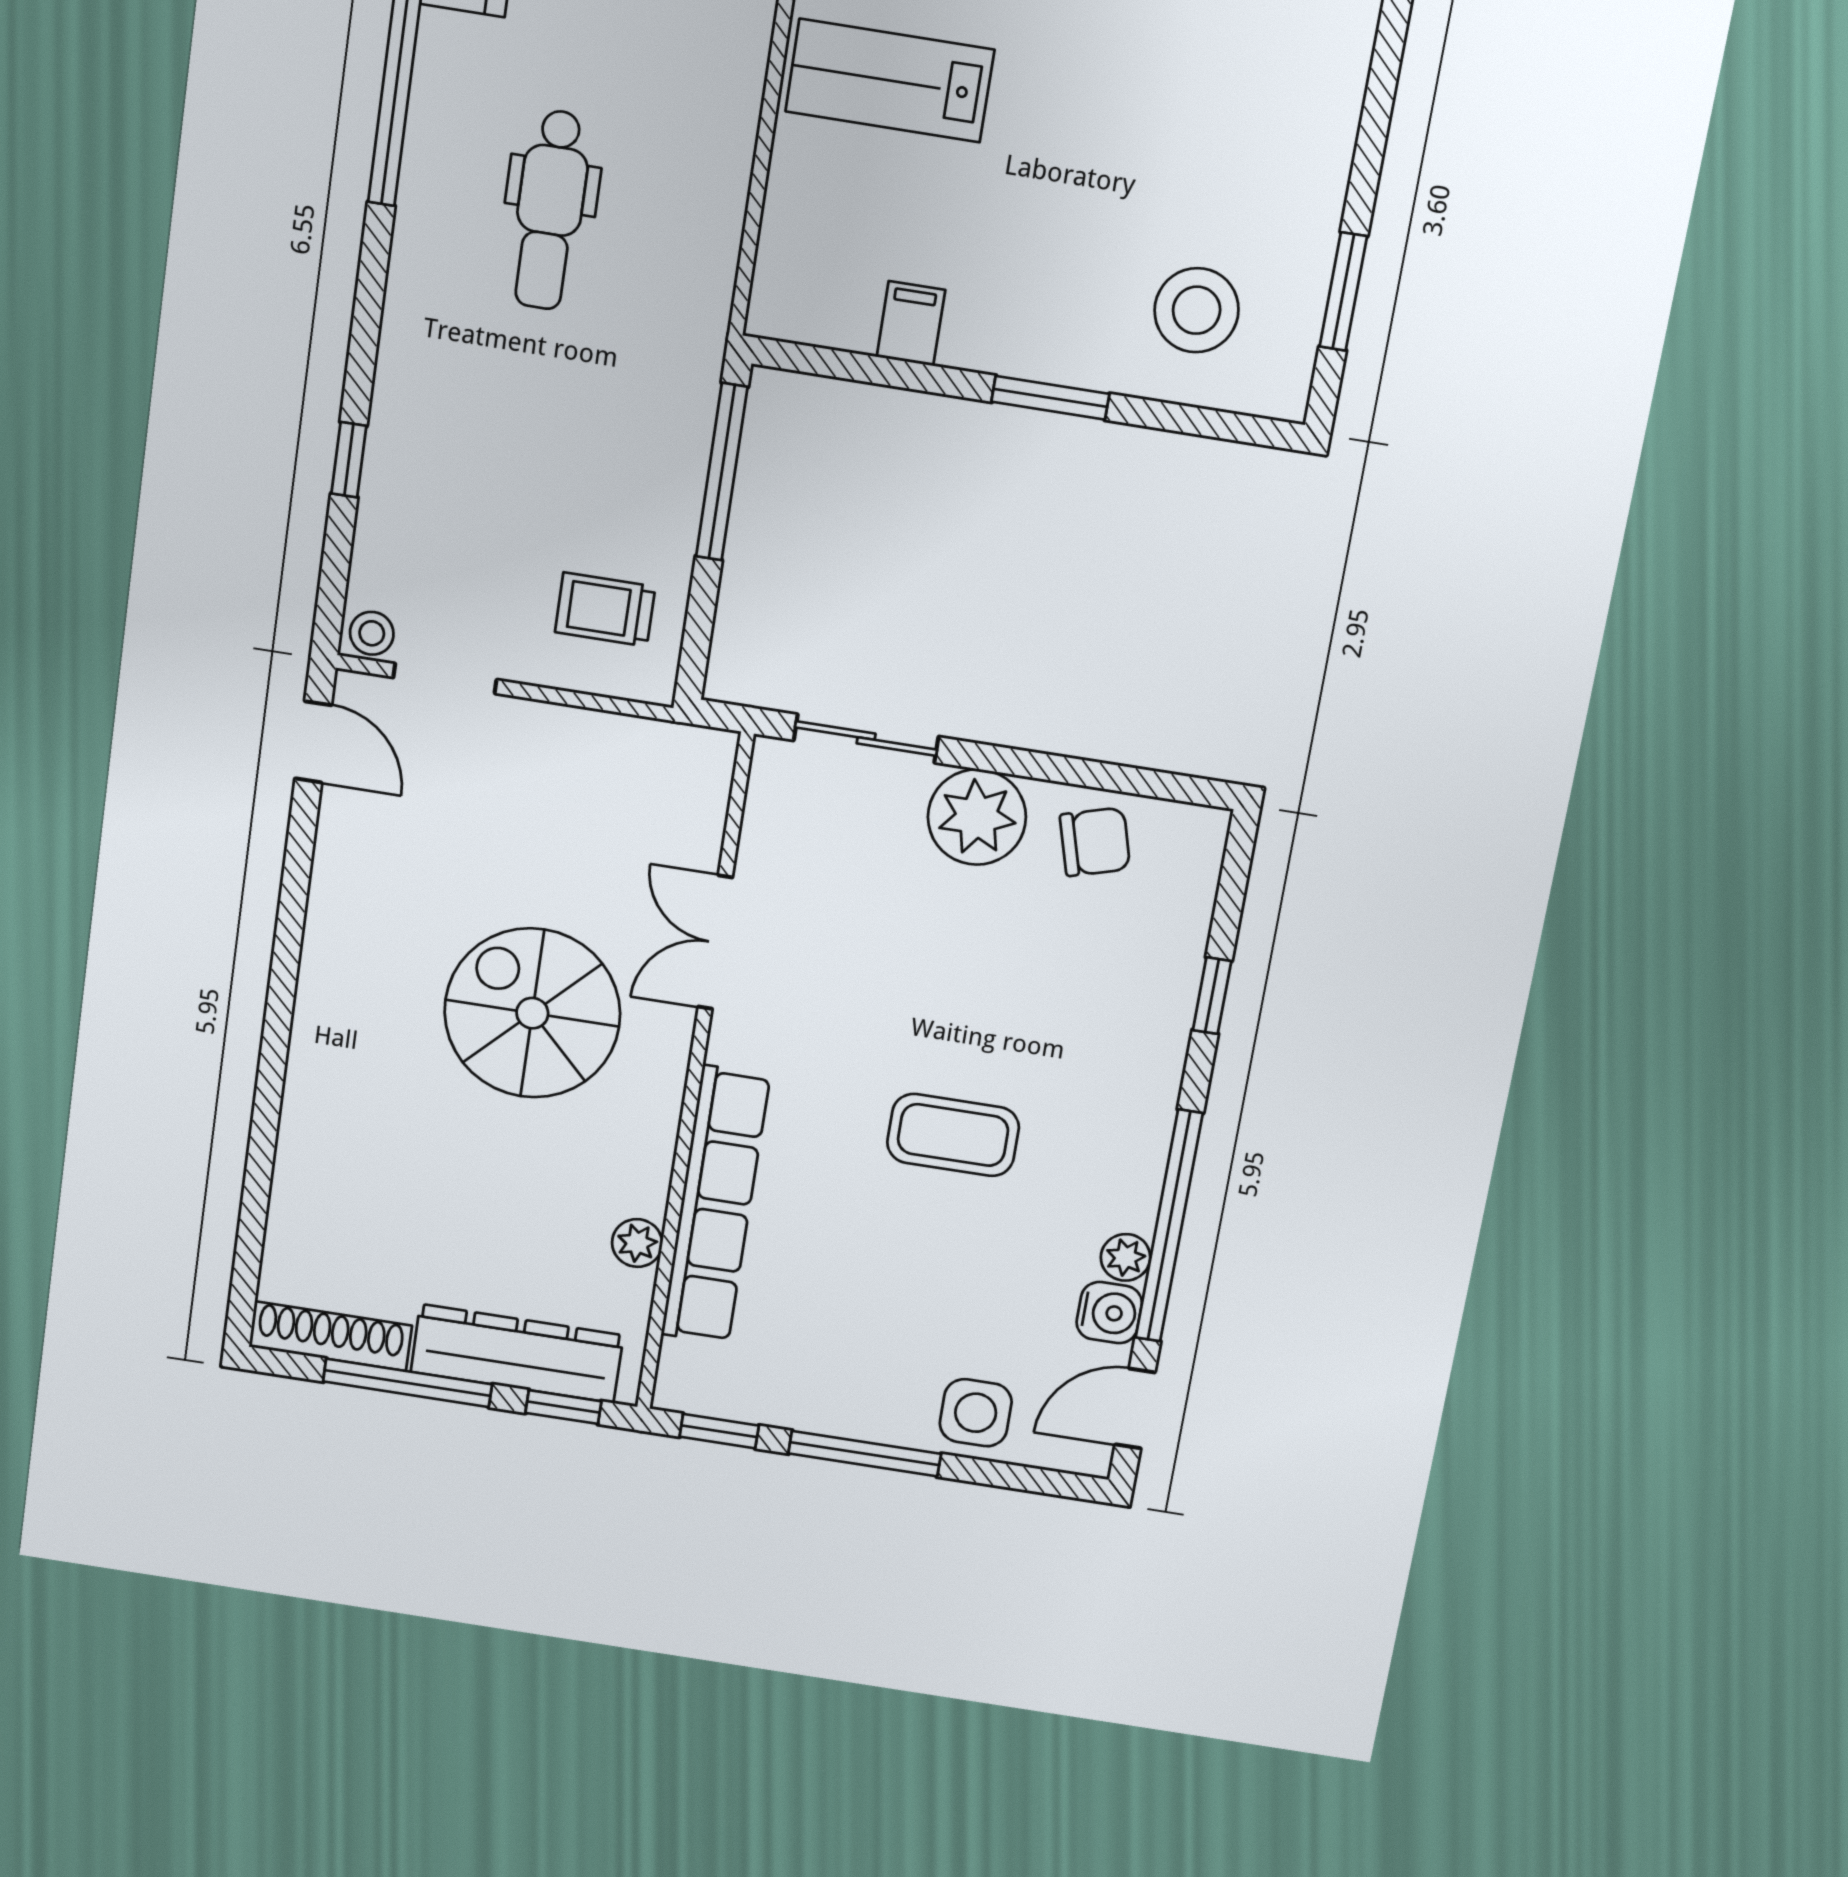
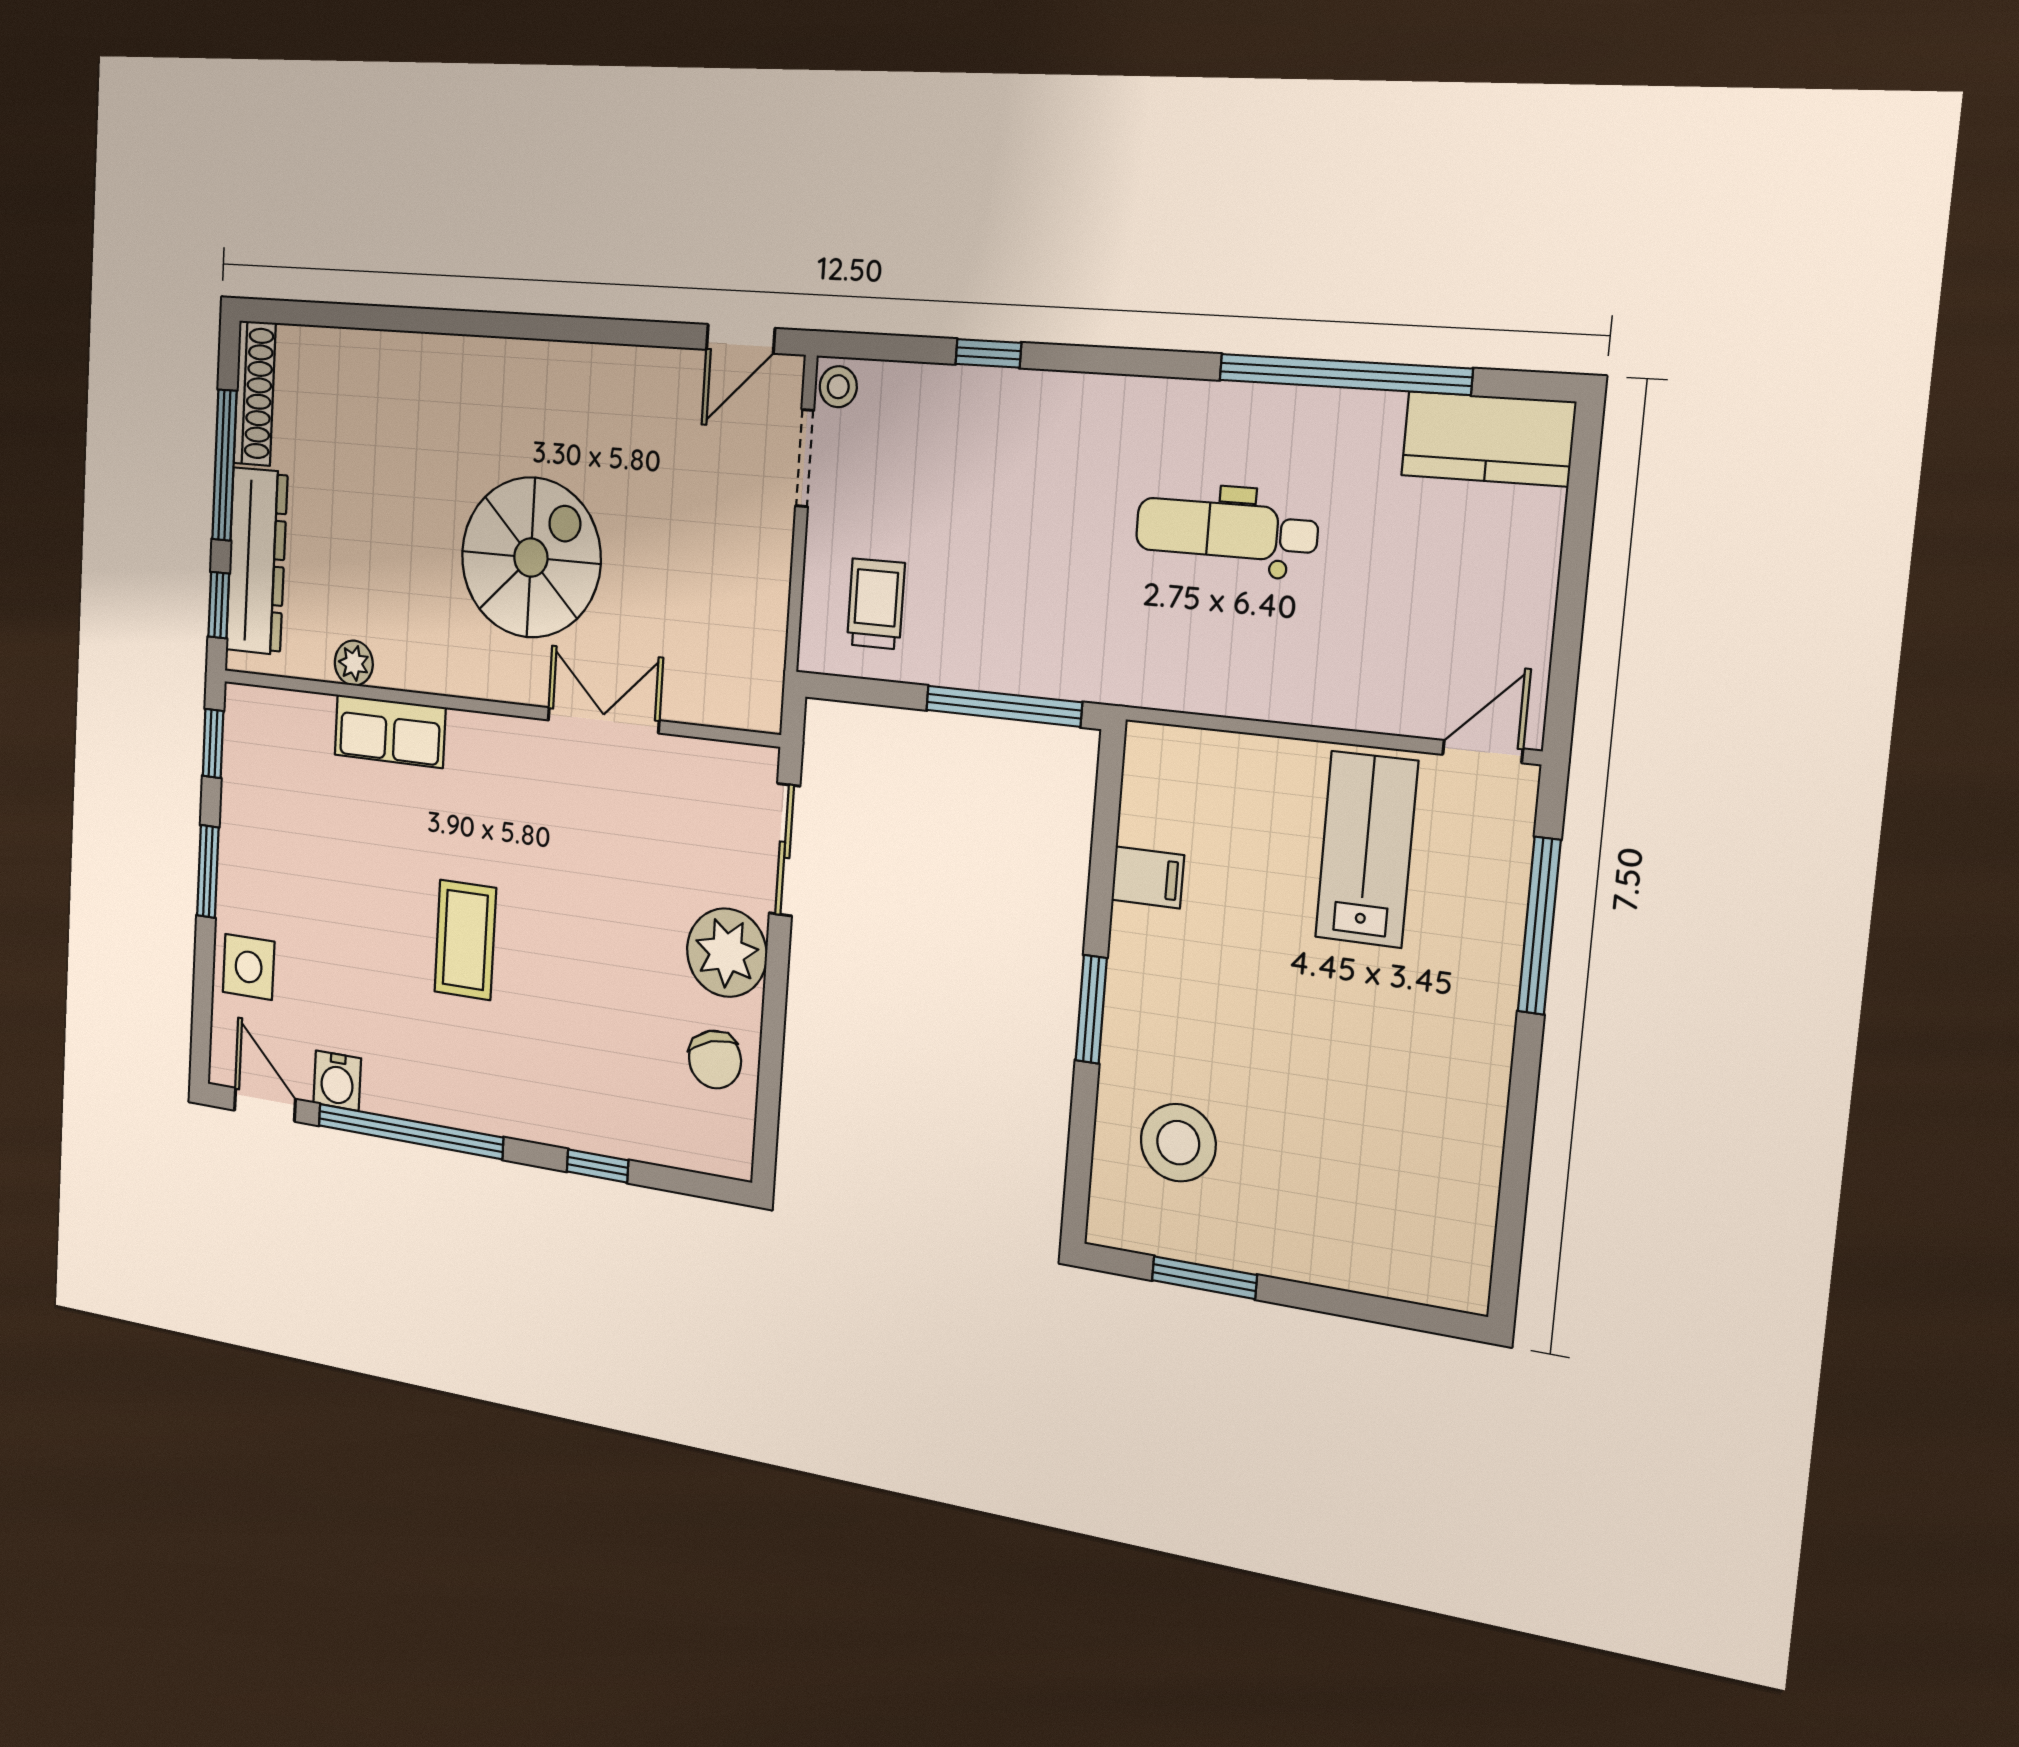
row of seats: (715, 1206) -> (390, 731), width x0.50
plant: (1126, 1257) -> (382, 1094), removed
window: (865, 1454) -> (208, 871), width x0.69

